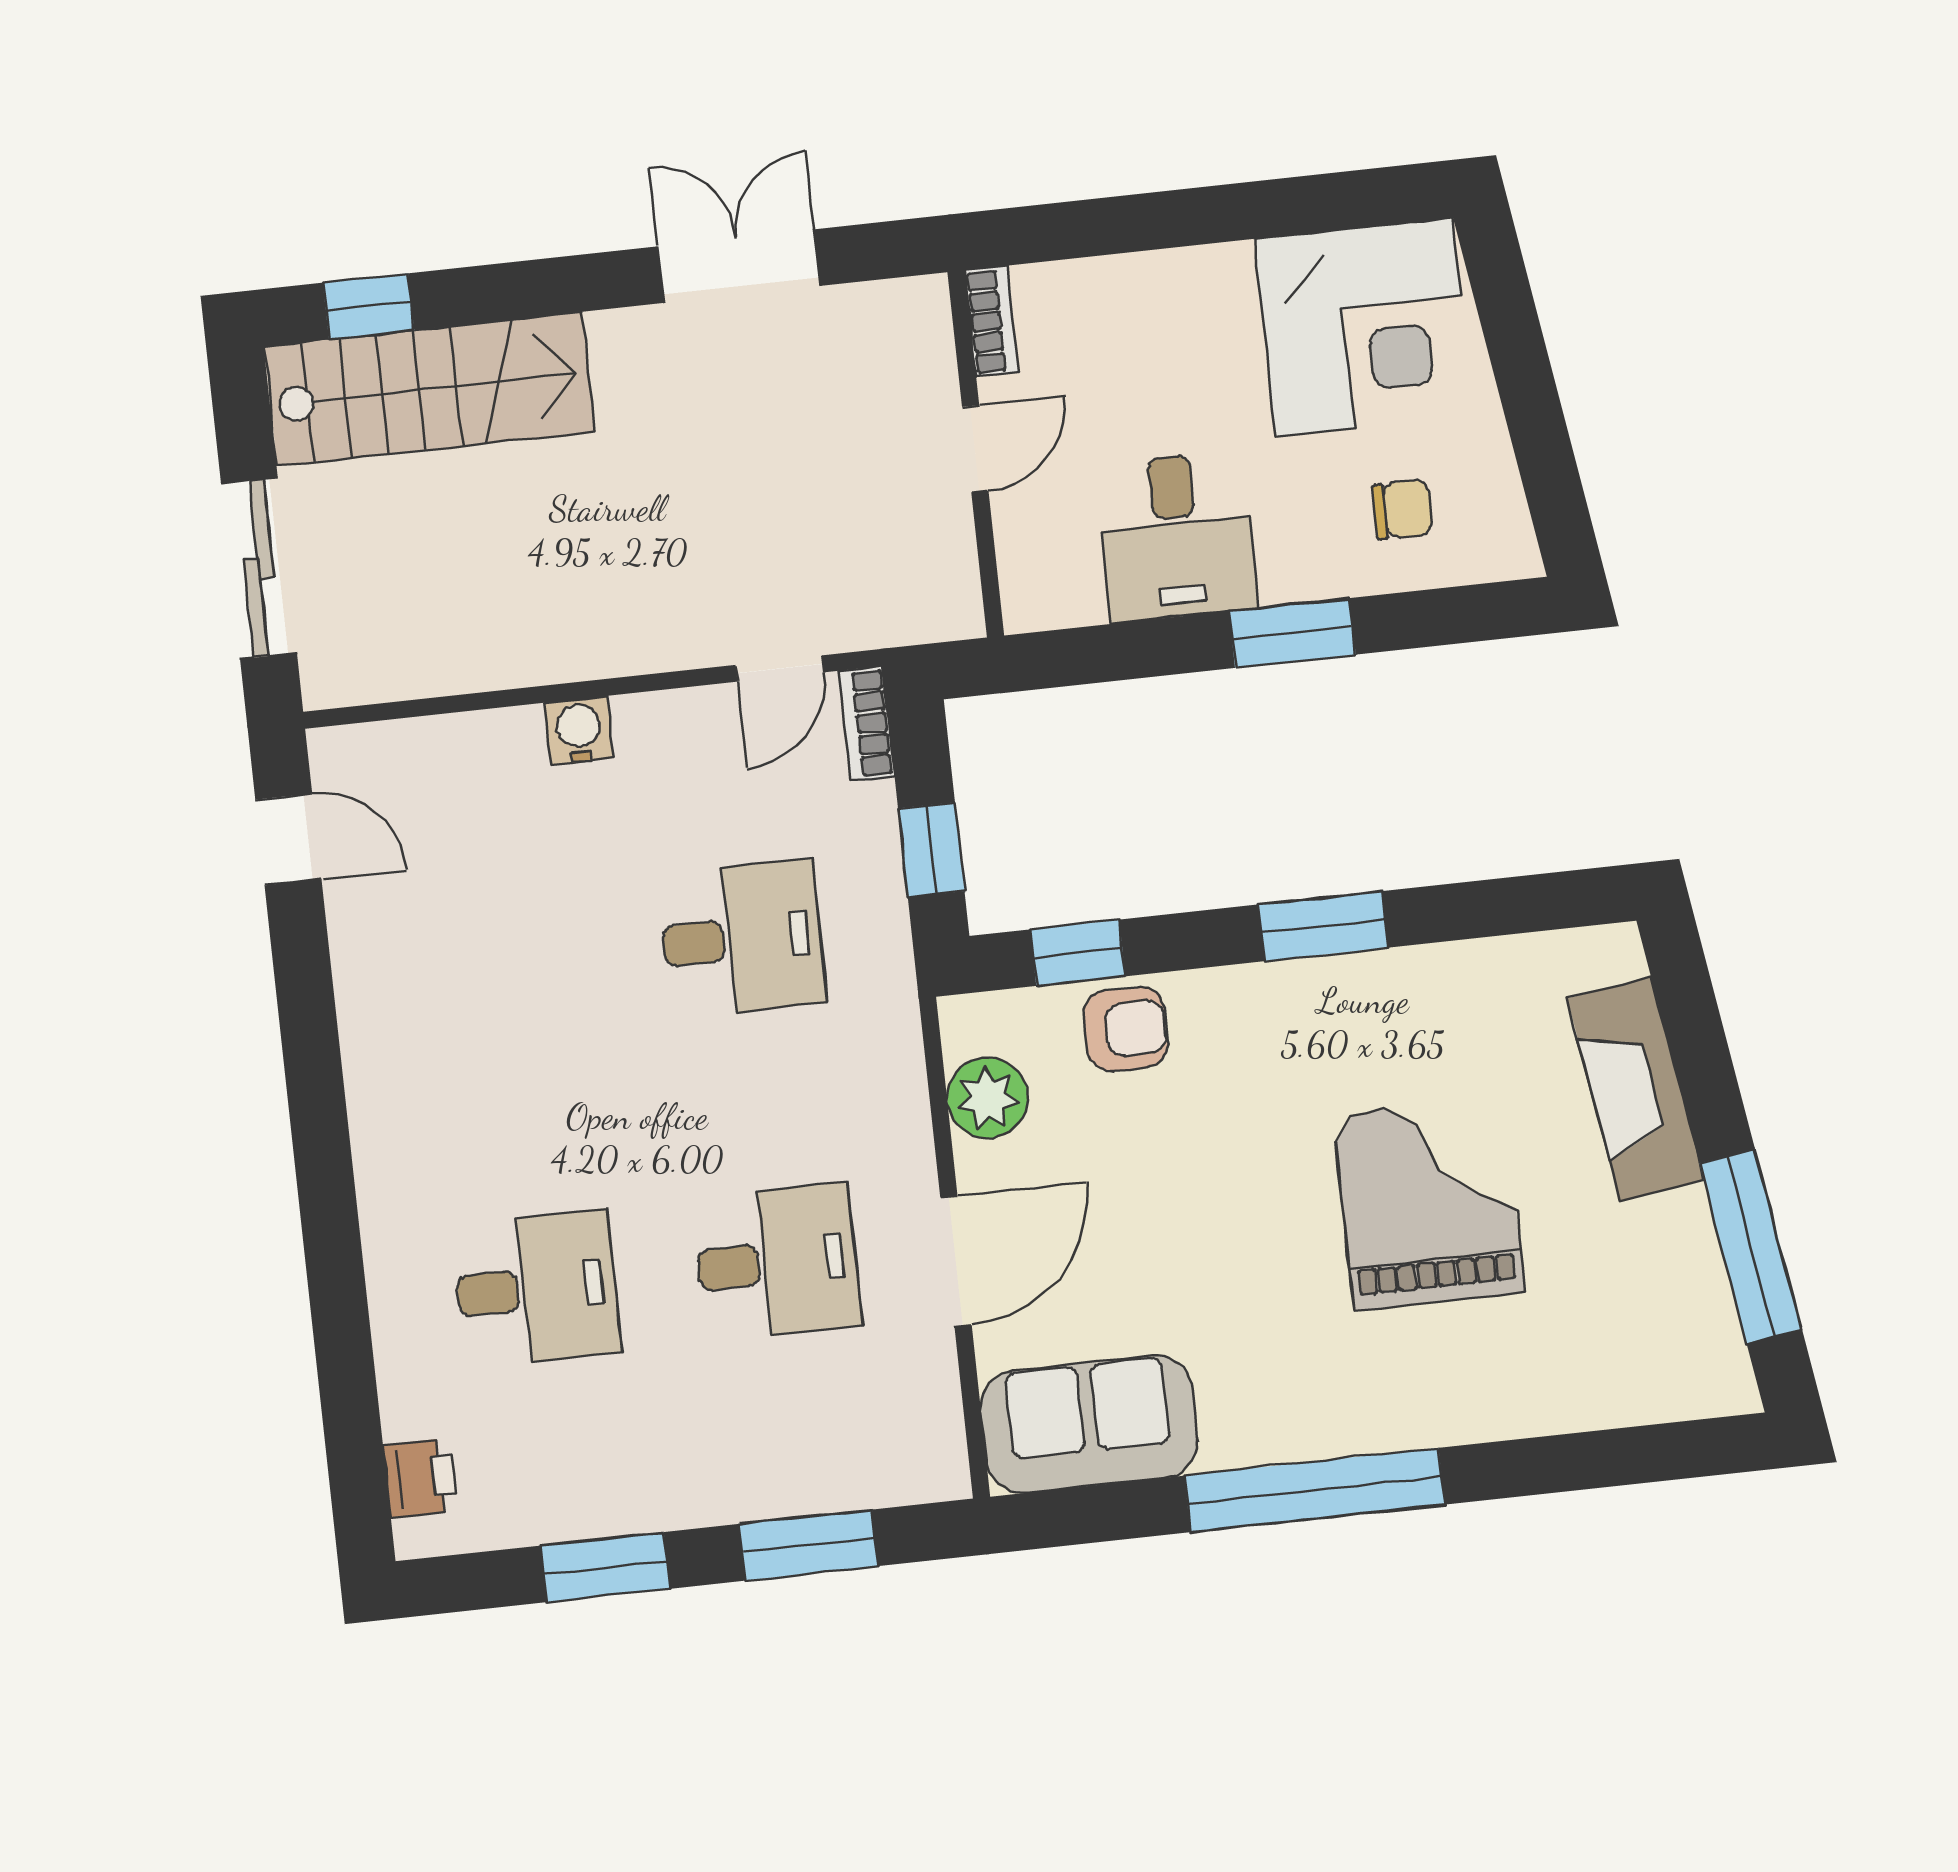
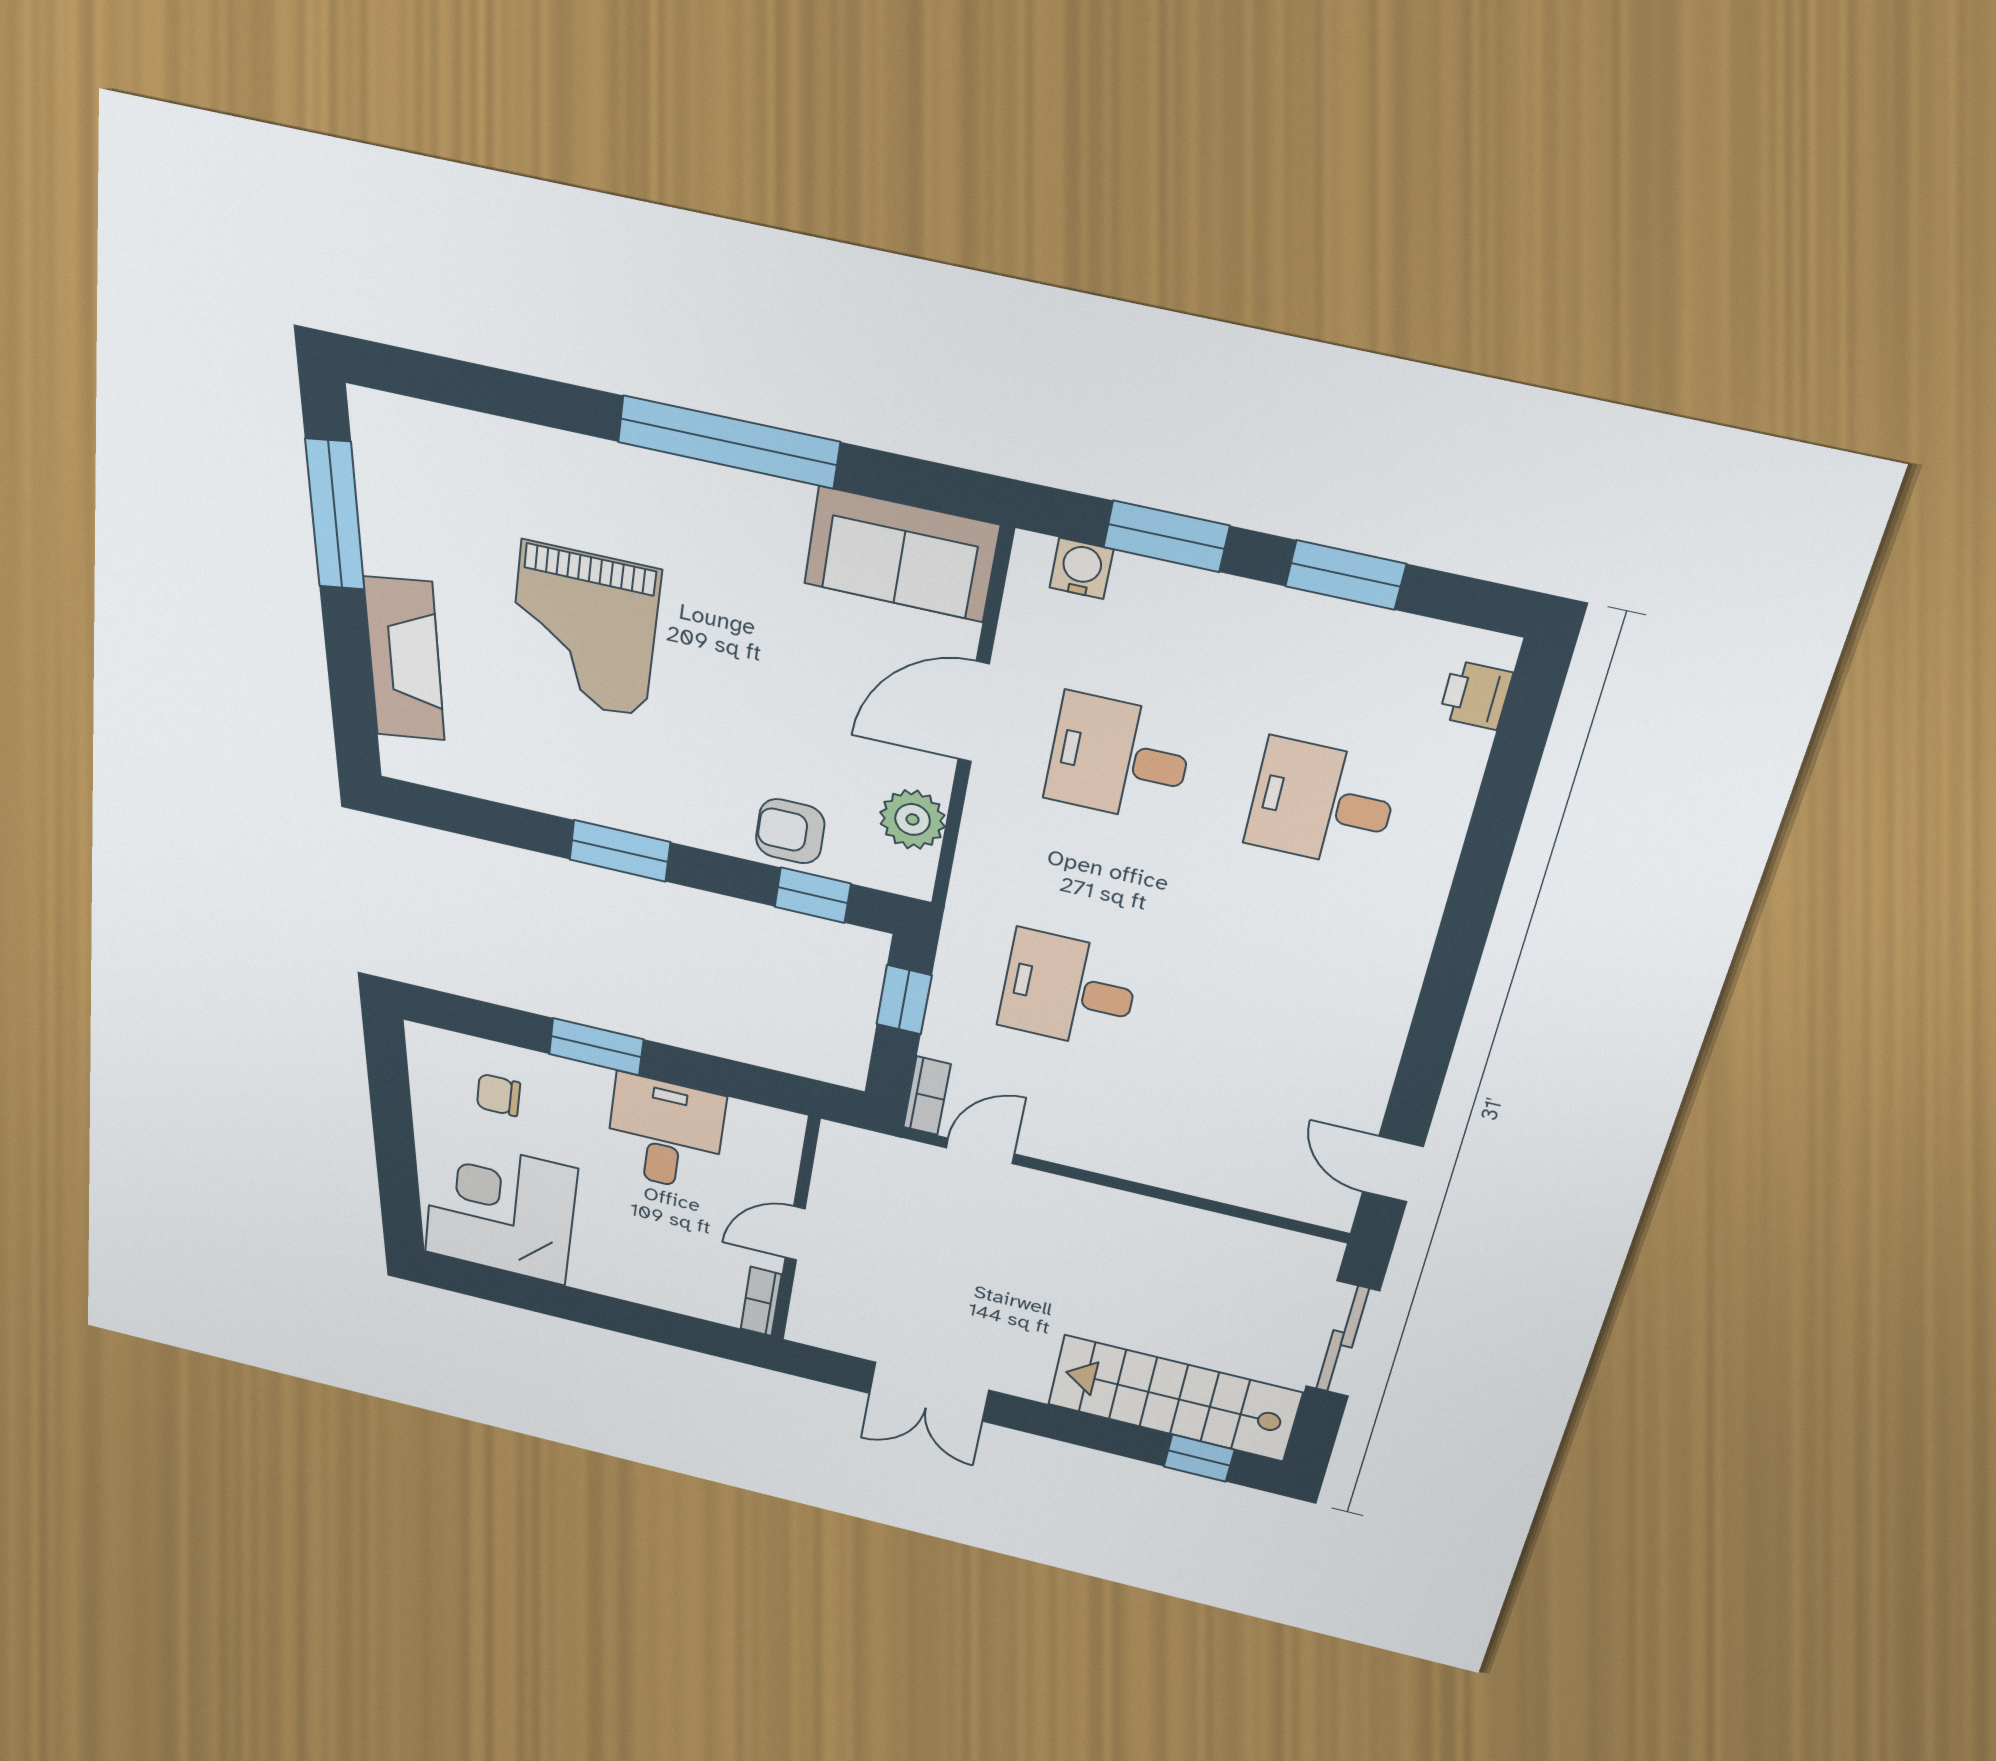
water cooler: (579, 730) -> (1081, 568), moved, turned 180

